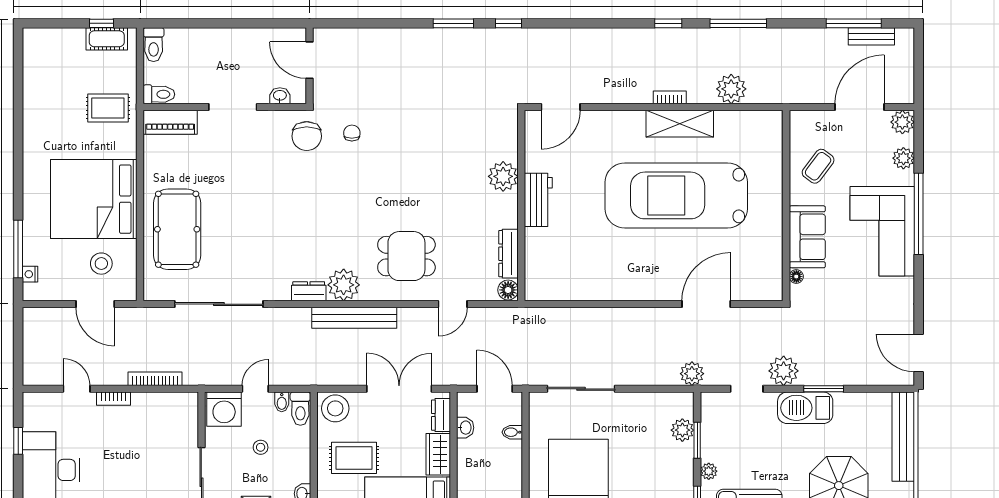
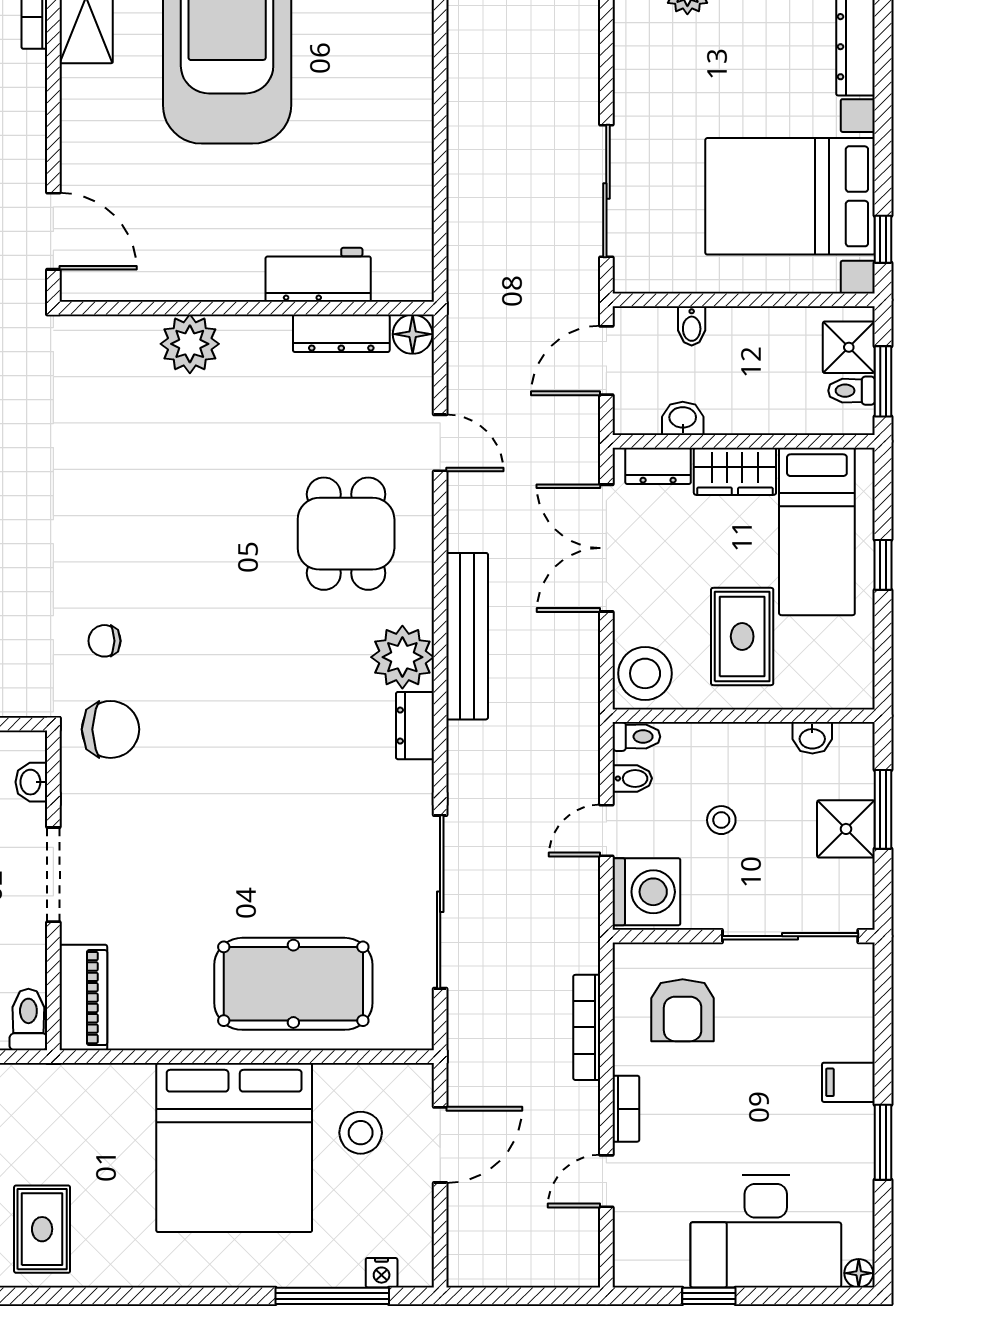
rug: (108, 108) -> (42, 1229), moved
workbench: (538, 200) -> (318, 275), moved
door: (255, 389) -> (606, 830), hinge flipped
toilet: (300, 409) -> (636, 737), width x0.73, depth x0.72
armchair: (164, 428) -> (683, 1010), added

